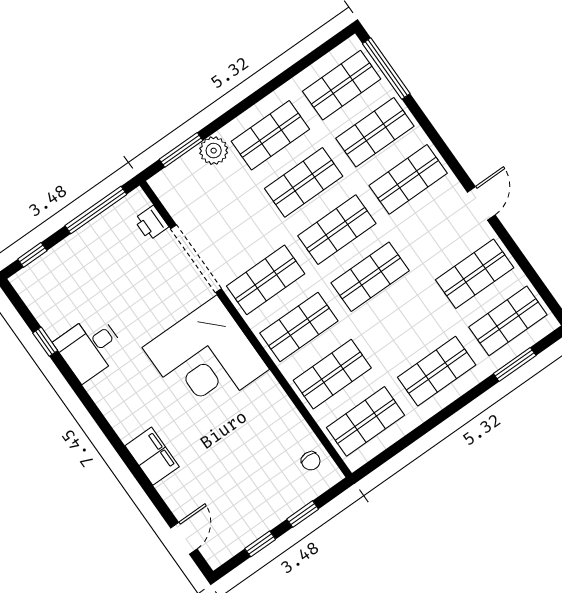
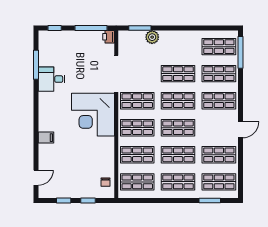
shop shelf: (270, 135) -> (178, 155), moved
printer: (151, 223) -> (109, 37), moved
window: (45, 342) -> (36, 65), width x2.17
filing cabinet: (152, 456) -> (46, 138), width x0.50

